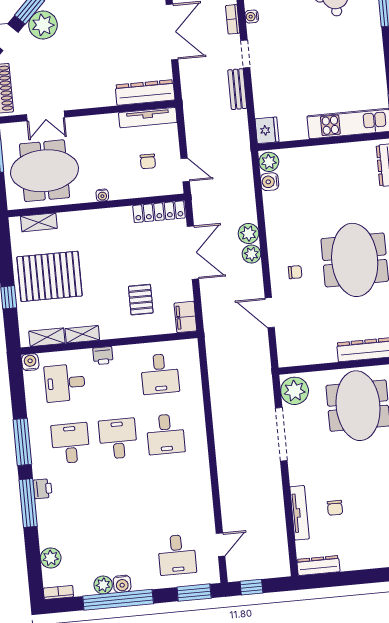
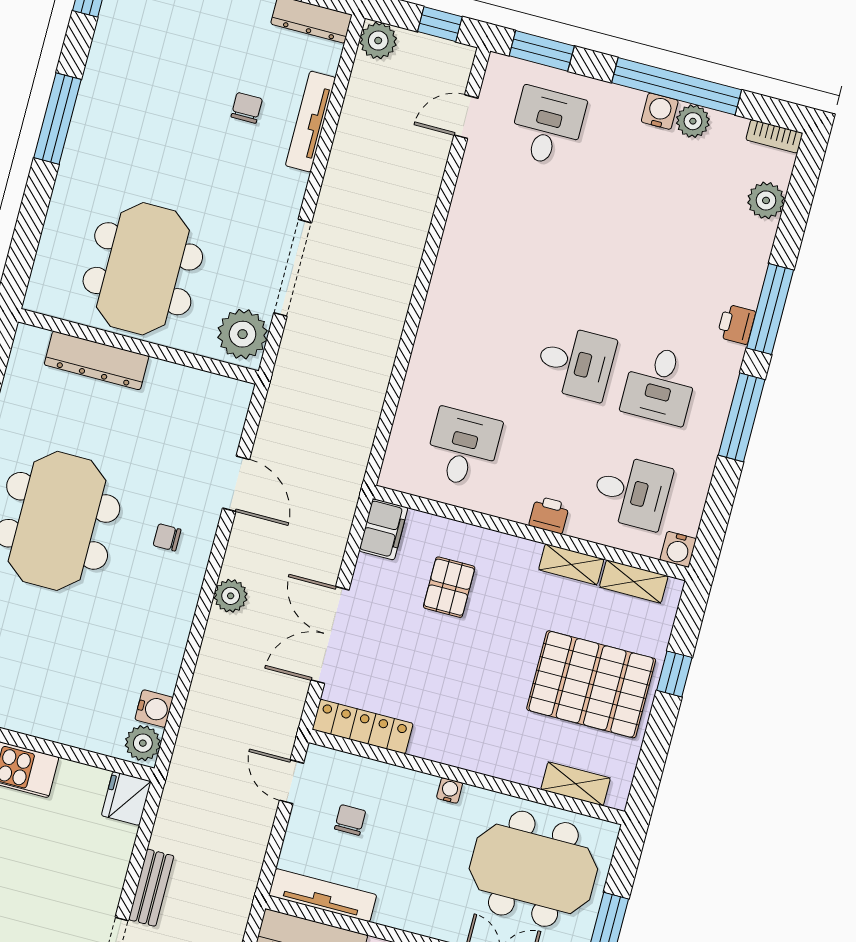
plant: (248, 233) -> (378, 41), moved
desk: (166, 434) -> (491, 341), removed
desk: (118, 439) -> (575, 363), turned -90

